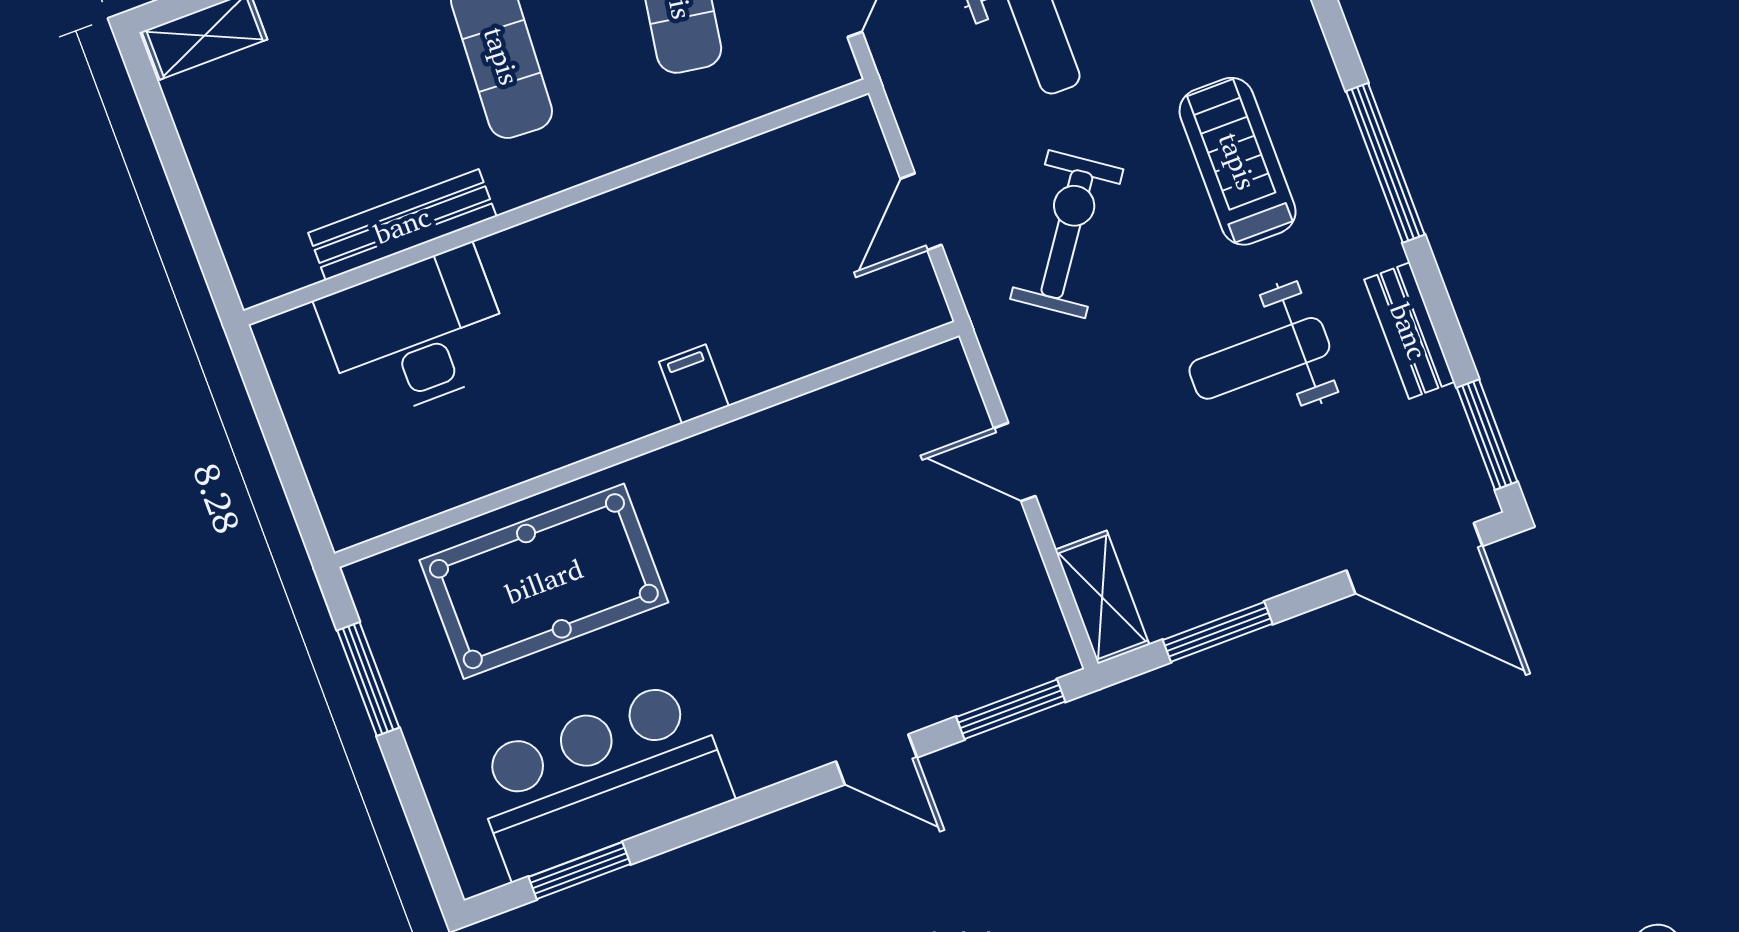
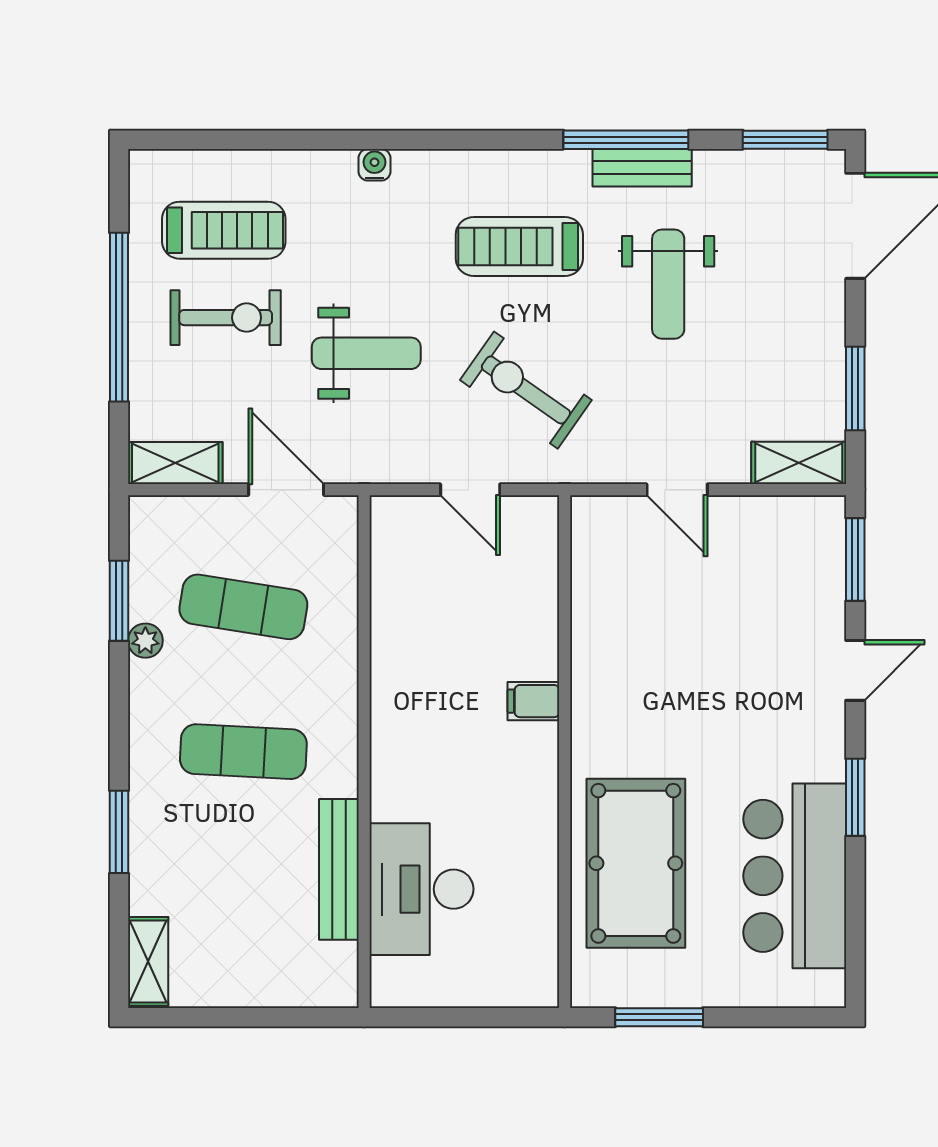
window: (1385, 163) -> (626, 140), moved
bench: (1409, 331) -> (642, 168), moved
door: (1015, 462) -> (677, 490), hinge flipped
window: (579, 871) -> (855, 797), moved

